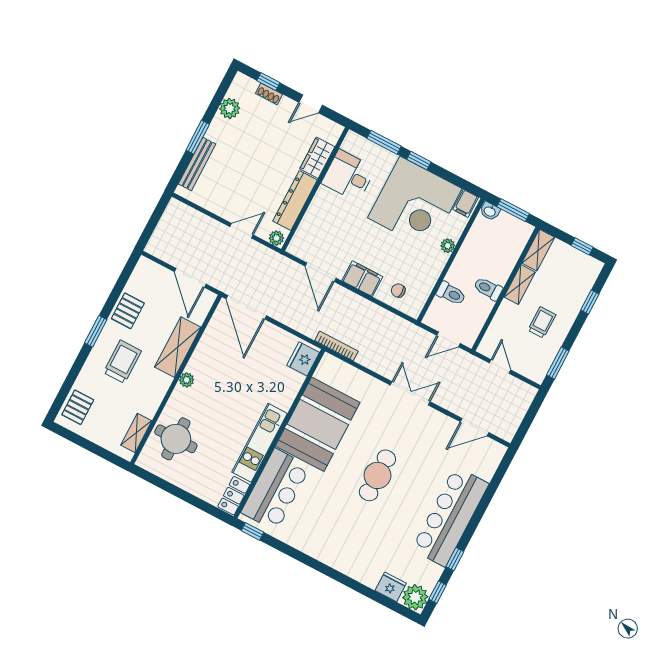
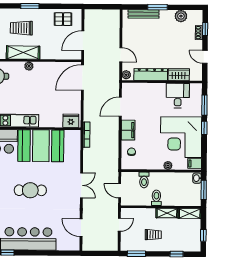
pallet: (128, 311) -> (63, 19), moved
shelving: (178, 347) -> (23, 53), moved
trolley: (122, 362) -> (21, 28), turned 180

